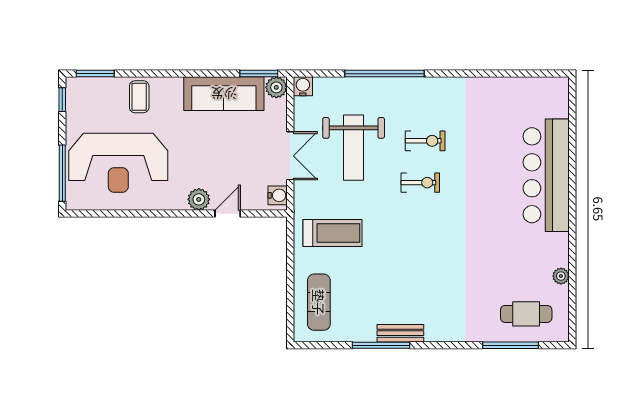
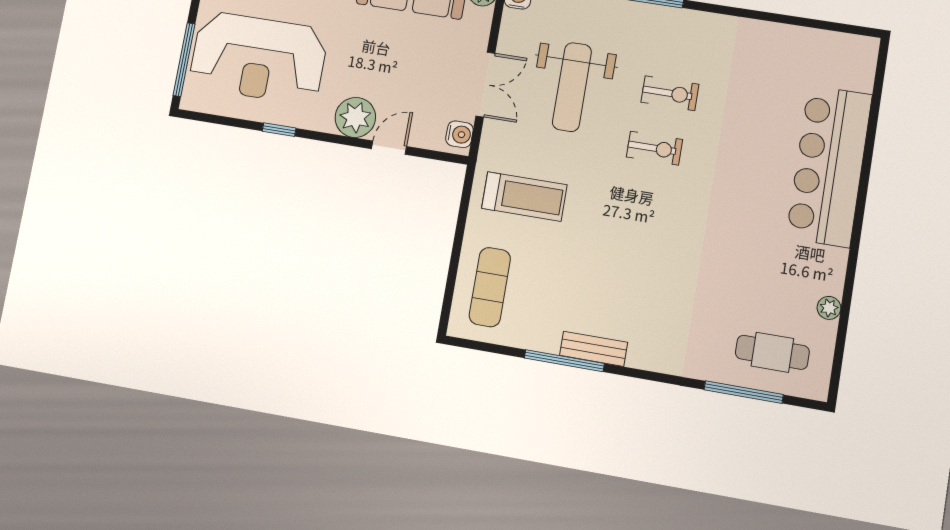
plant: (199, 199) -> (355, 117), width x1.36, depth x1.36
window: (144, 214) -> (279, 130), added

